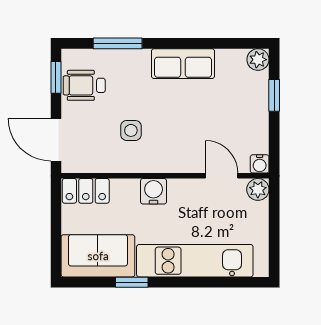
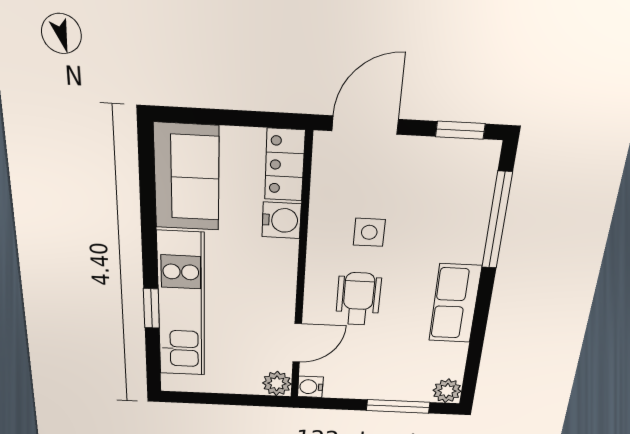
window: (118, 43) -> (497, 221), width x1.44
wheelchair: (84, 85) -> (358, 299), moved
window: (274, 95) -> (398, 406), width x1.50
water cooler: (154, 191) -> (282, 220), moved
window: (132, 282) -> (151, 308), moved

